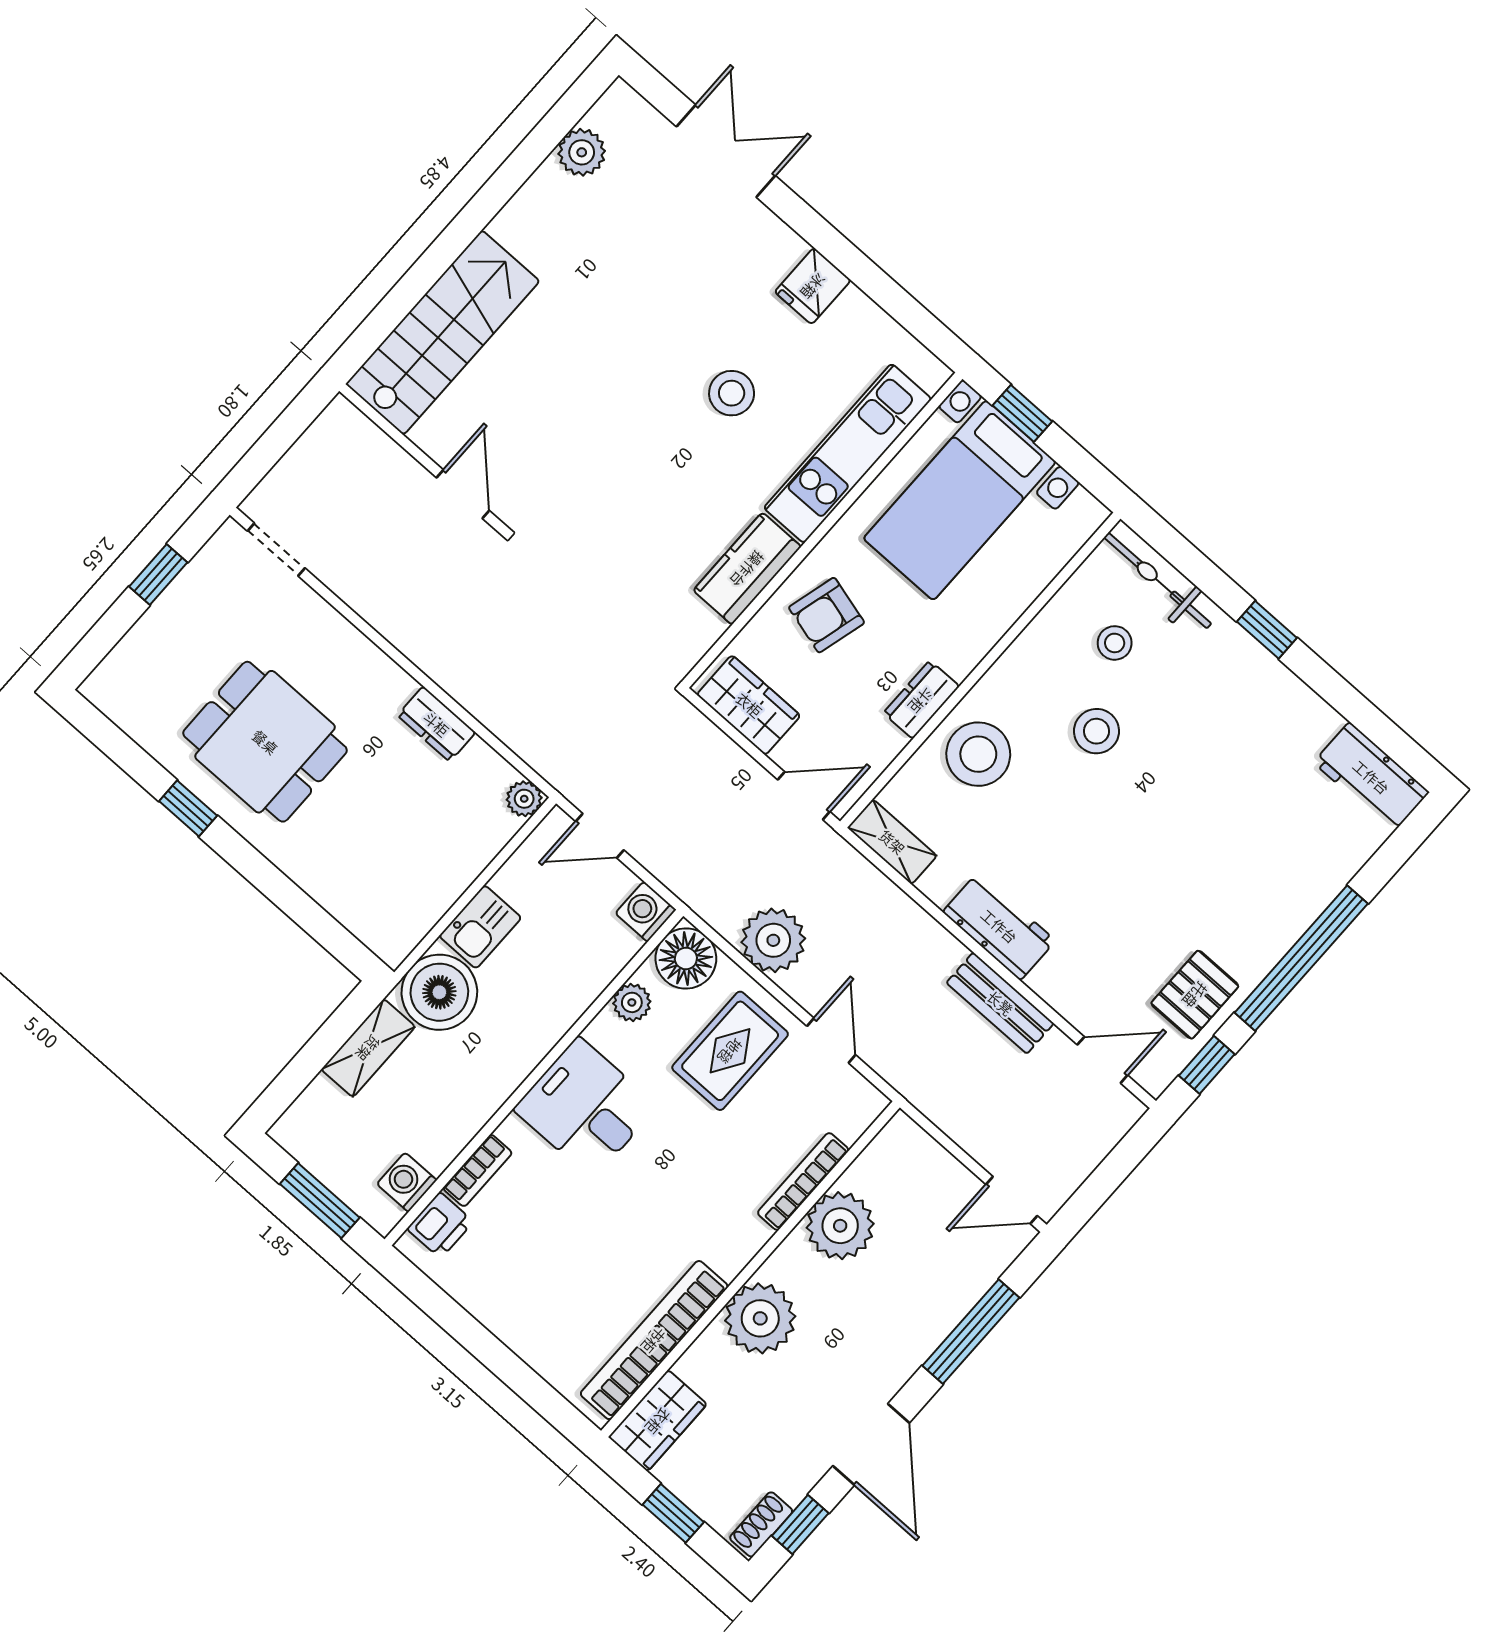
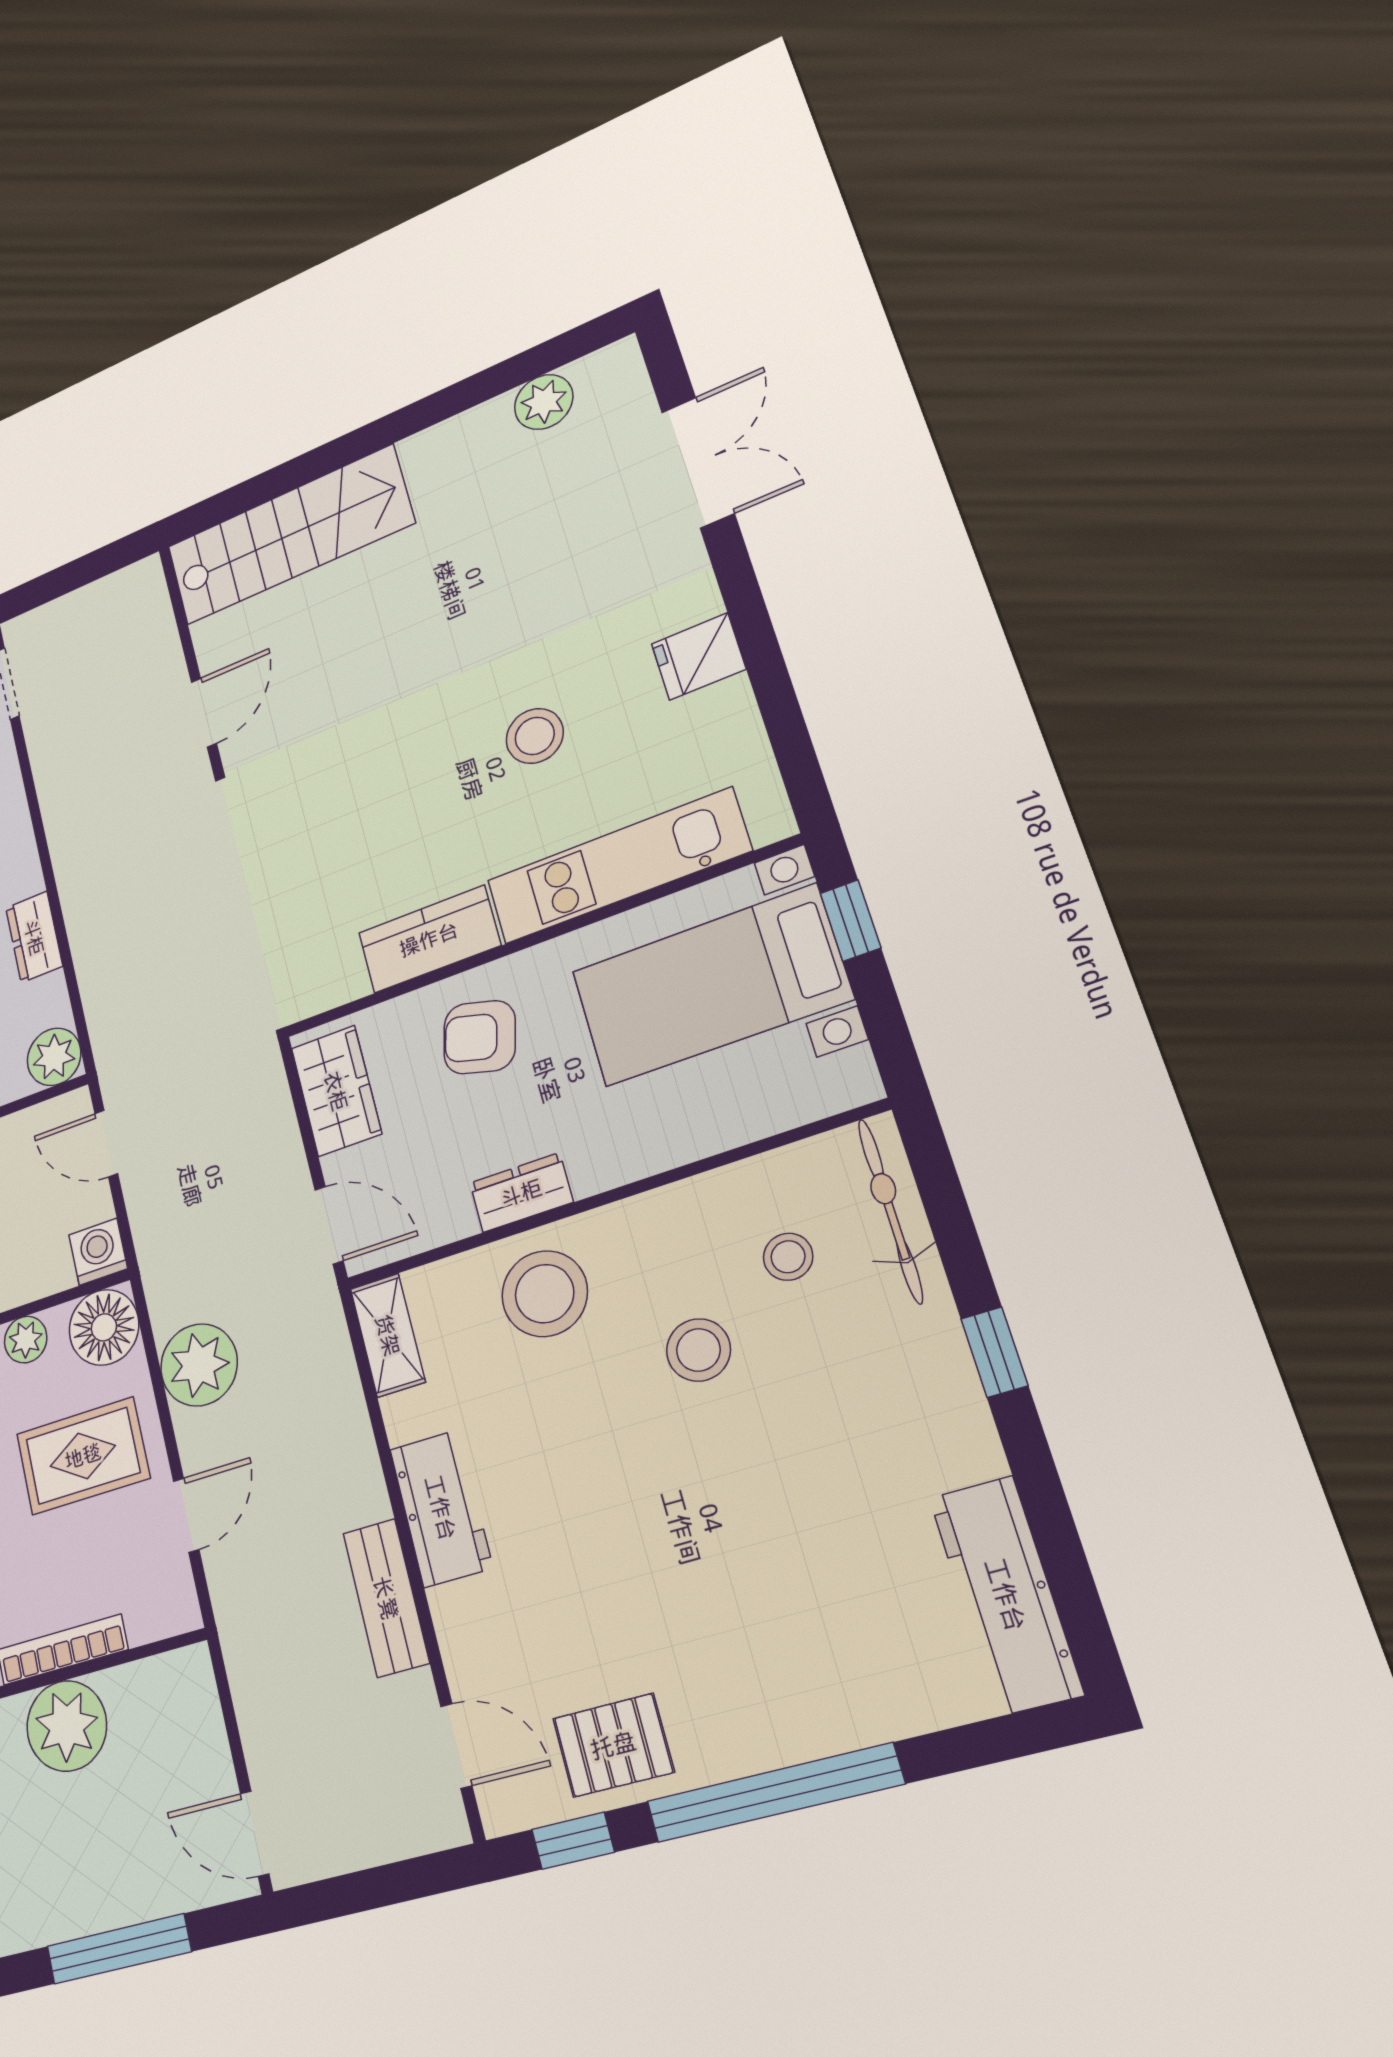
workbench: (1371, 777) -> (1006, 1595), width x1.38
plant: (524, 799) -> (54, 1057), width x1.38, depth x1.38

